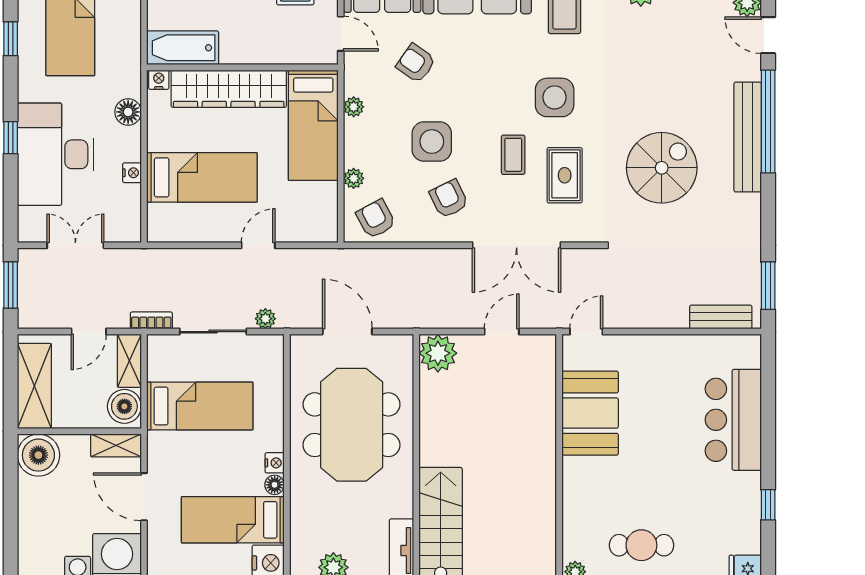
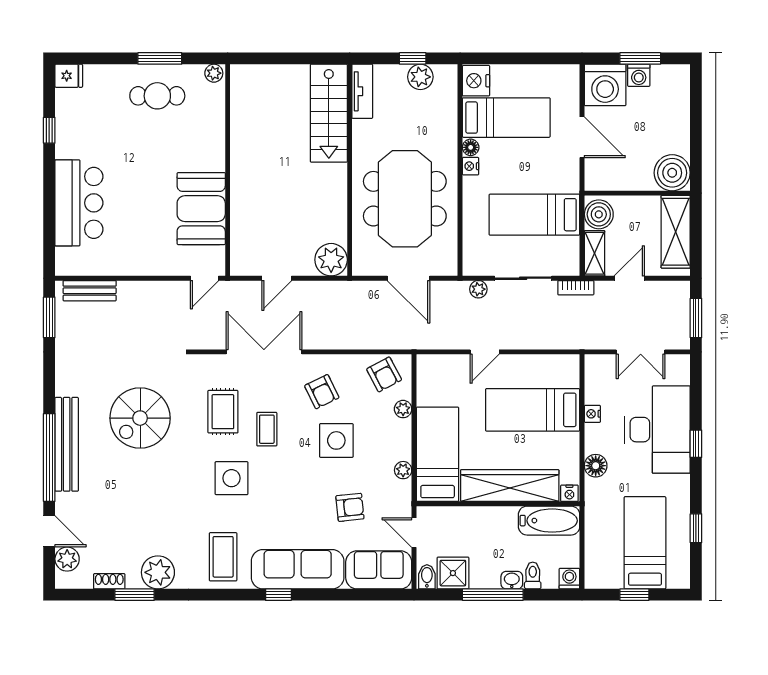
armchair: (416, 63) -> (350, 507), turned -41
shelving: (116, 445) -> (606, 181), removed

